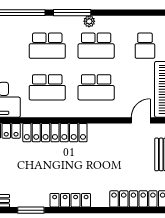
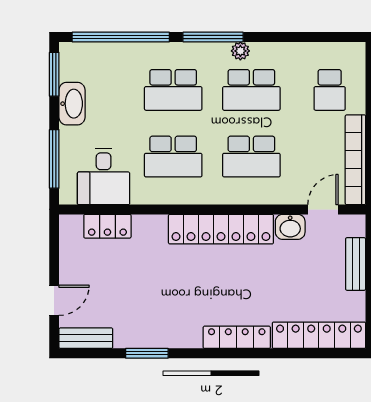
washbasin: (120, 131) -> (290, 227), added
locker: (55, 133) -> (221, 229), moved
locker: (70, 200) -> (237, 337), moved

